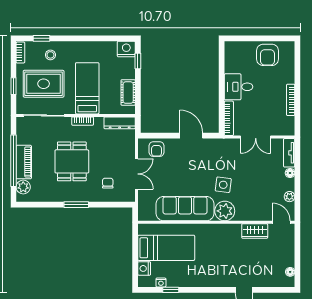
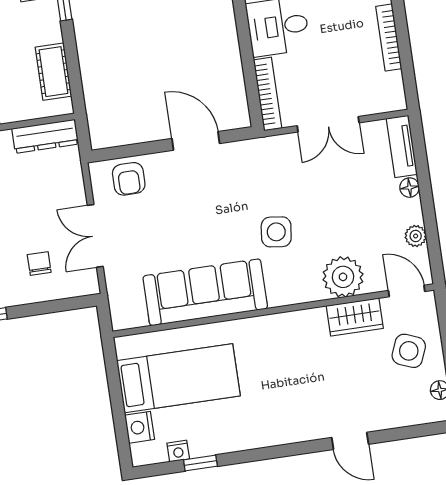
double door: (137, 174) -> (95, 236), swing flipped
plant: (225, 211) -> (343, 277), moved
side table: (278, 251) -> (409, 351), added

